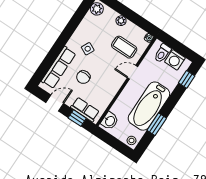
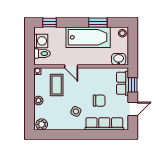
door: (55, 103) -> (133, 109), swing flipped

